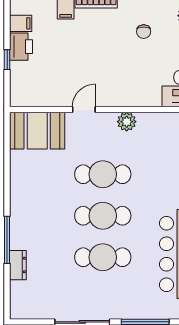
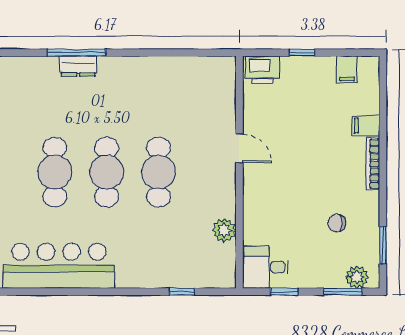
printer: (21, 47) -> (263, 70), moved
plant: (127, 122) -> (224, 230), moved
booth: (37, 131) -> (213, 90), removed
dresser: (18, 265) -> (78, 66), moved

